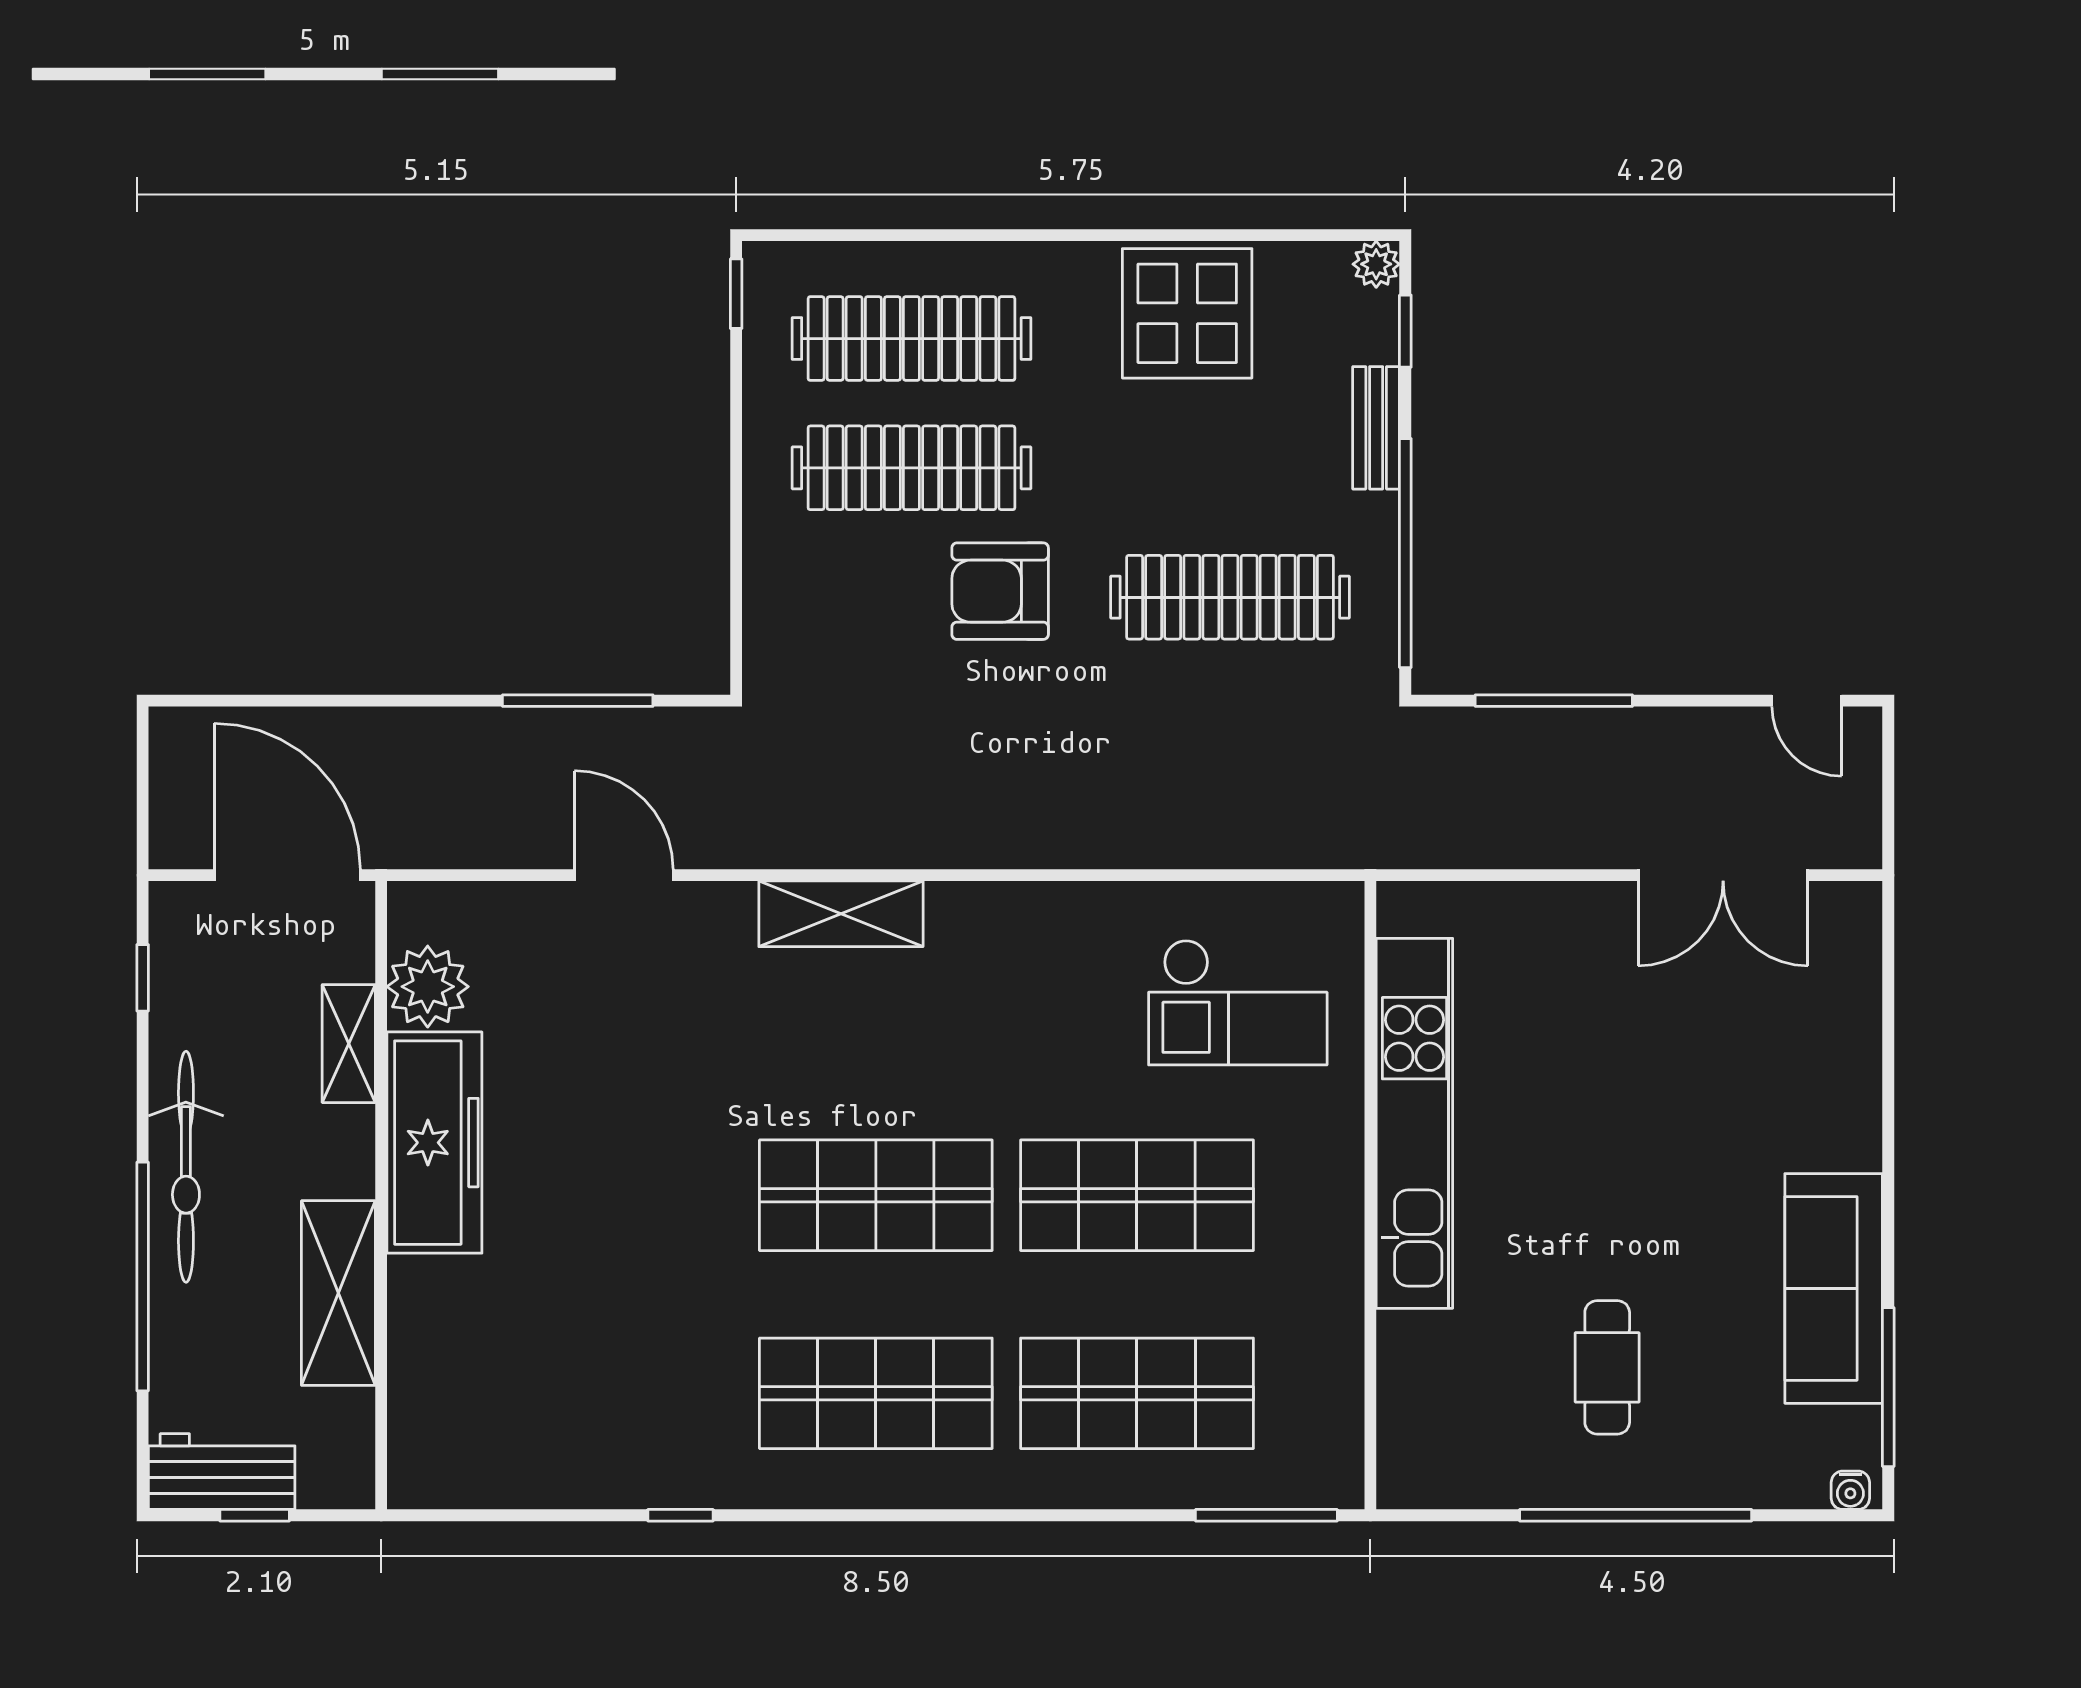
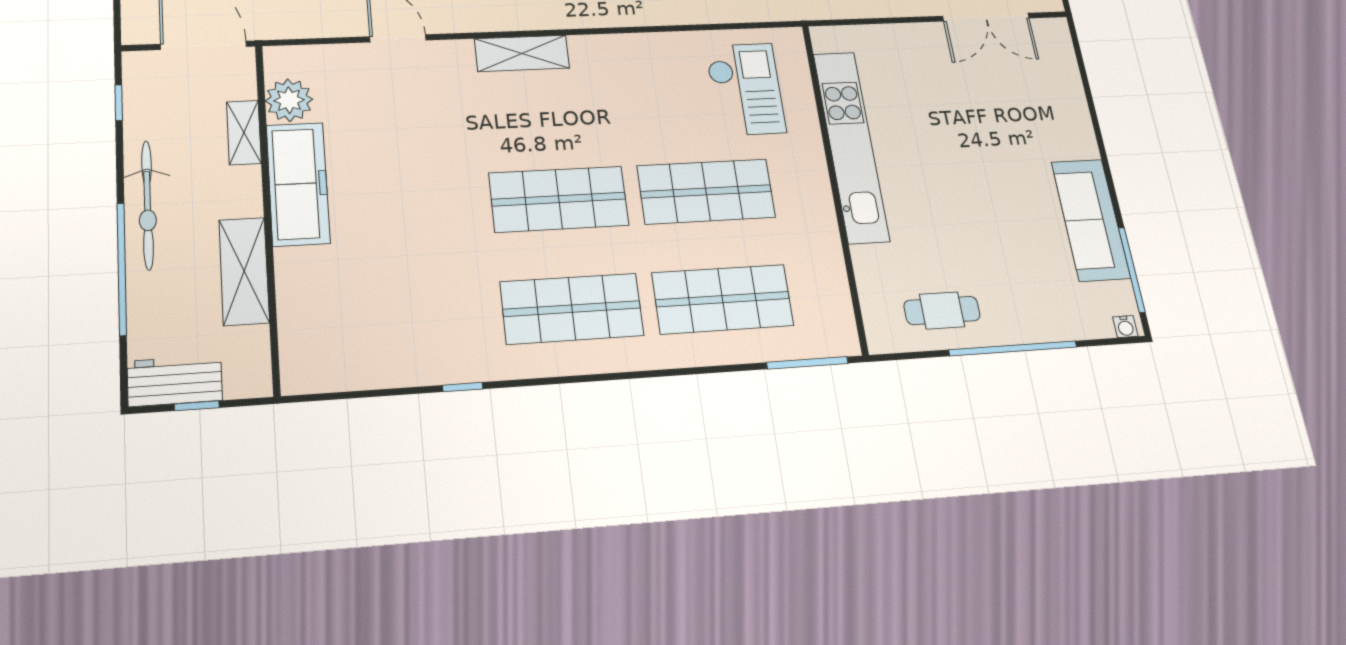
checkout: (1238, 1002) -> (745, 89), turned -90
cafe table: (1607, 1367) -> (942, 310), moved, turned 90

